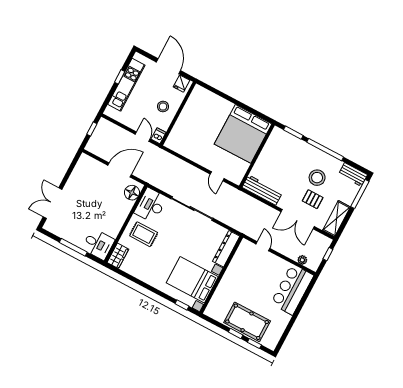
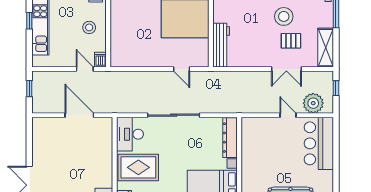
door: (120, 170) -> (79, 115), hinge flipped
workbench: (262, 190) -> (221, 45), moved, turned 90
floor lamp: (132, 193) -> (104, 132), removed
double door: (298, 219) -> (286, 69), width x0.73
rug: (144, 234) -> (138, 167), width x1.36, depth x1.43
door: (263, 246) -> (288, 115), moved
plant: (302, 260) -> (313, 103), width x1.88, depth x1.88

